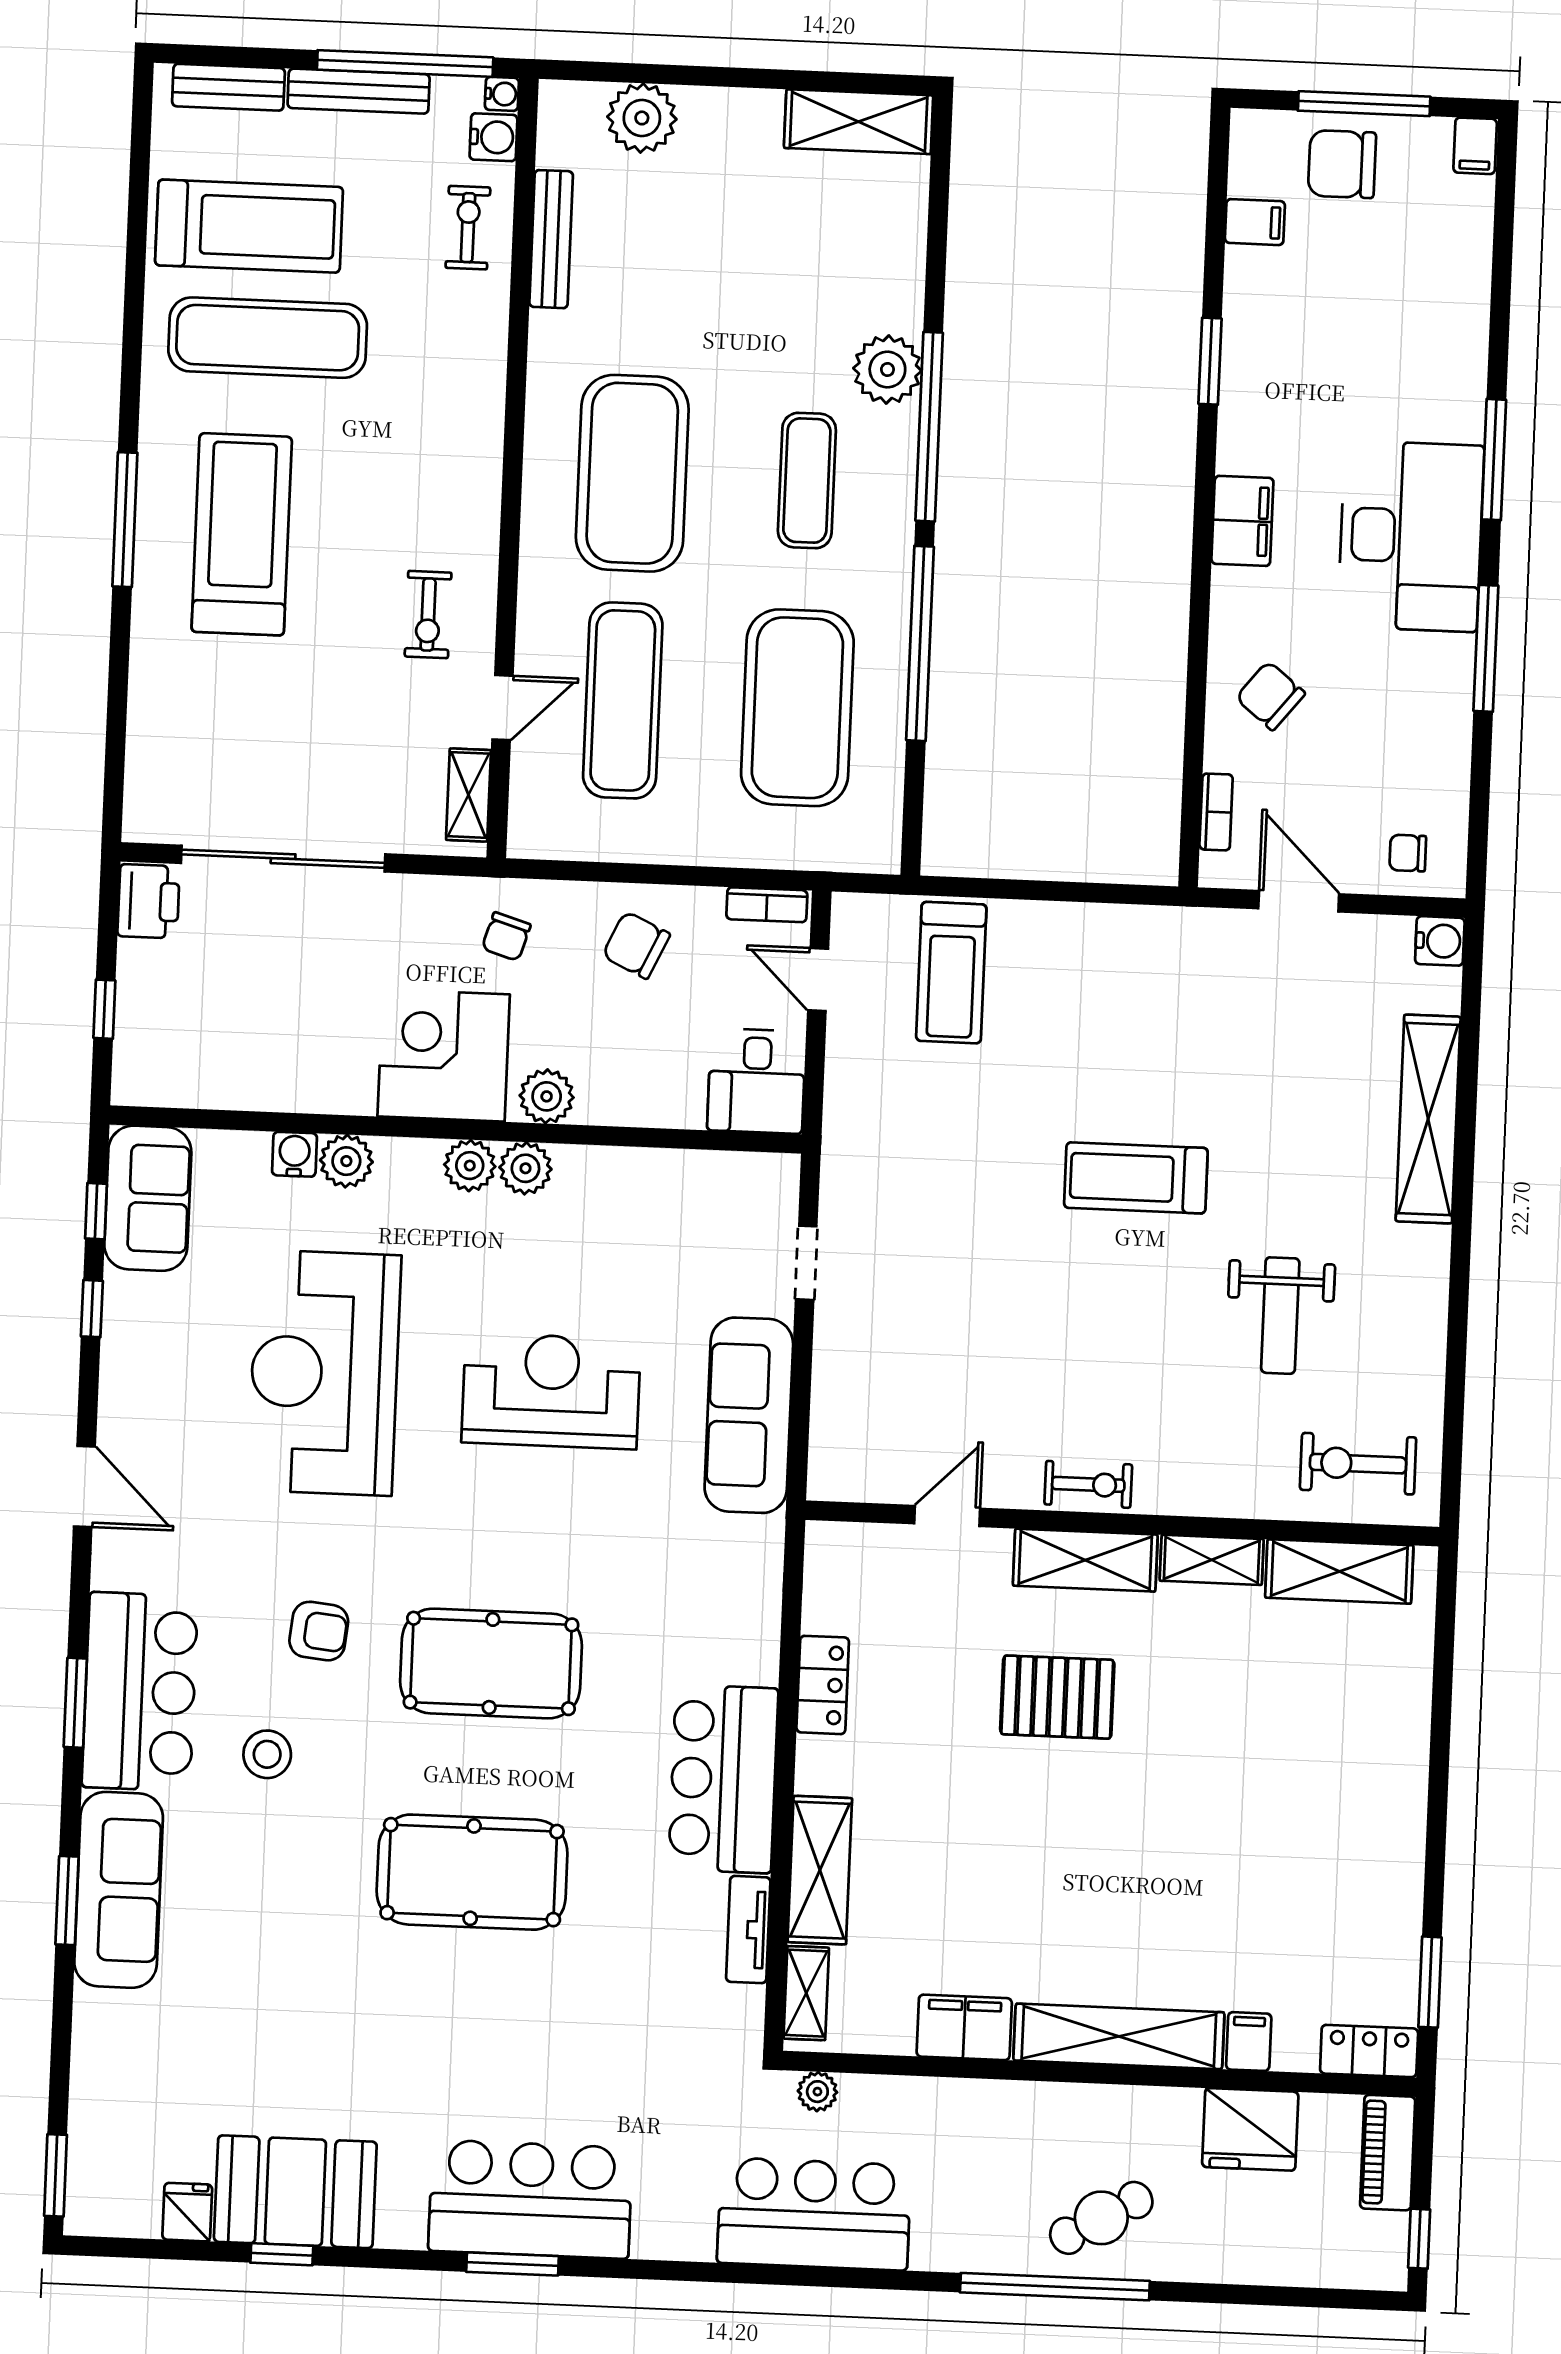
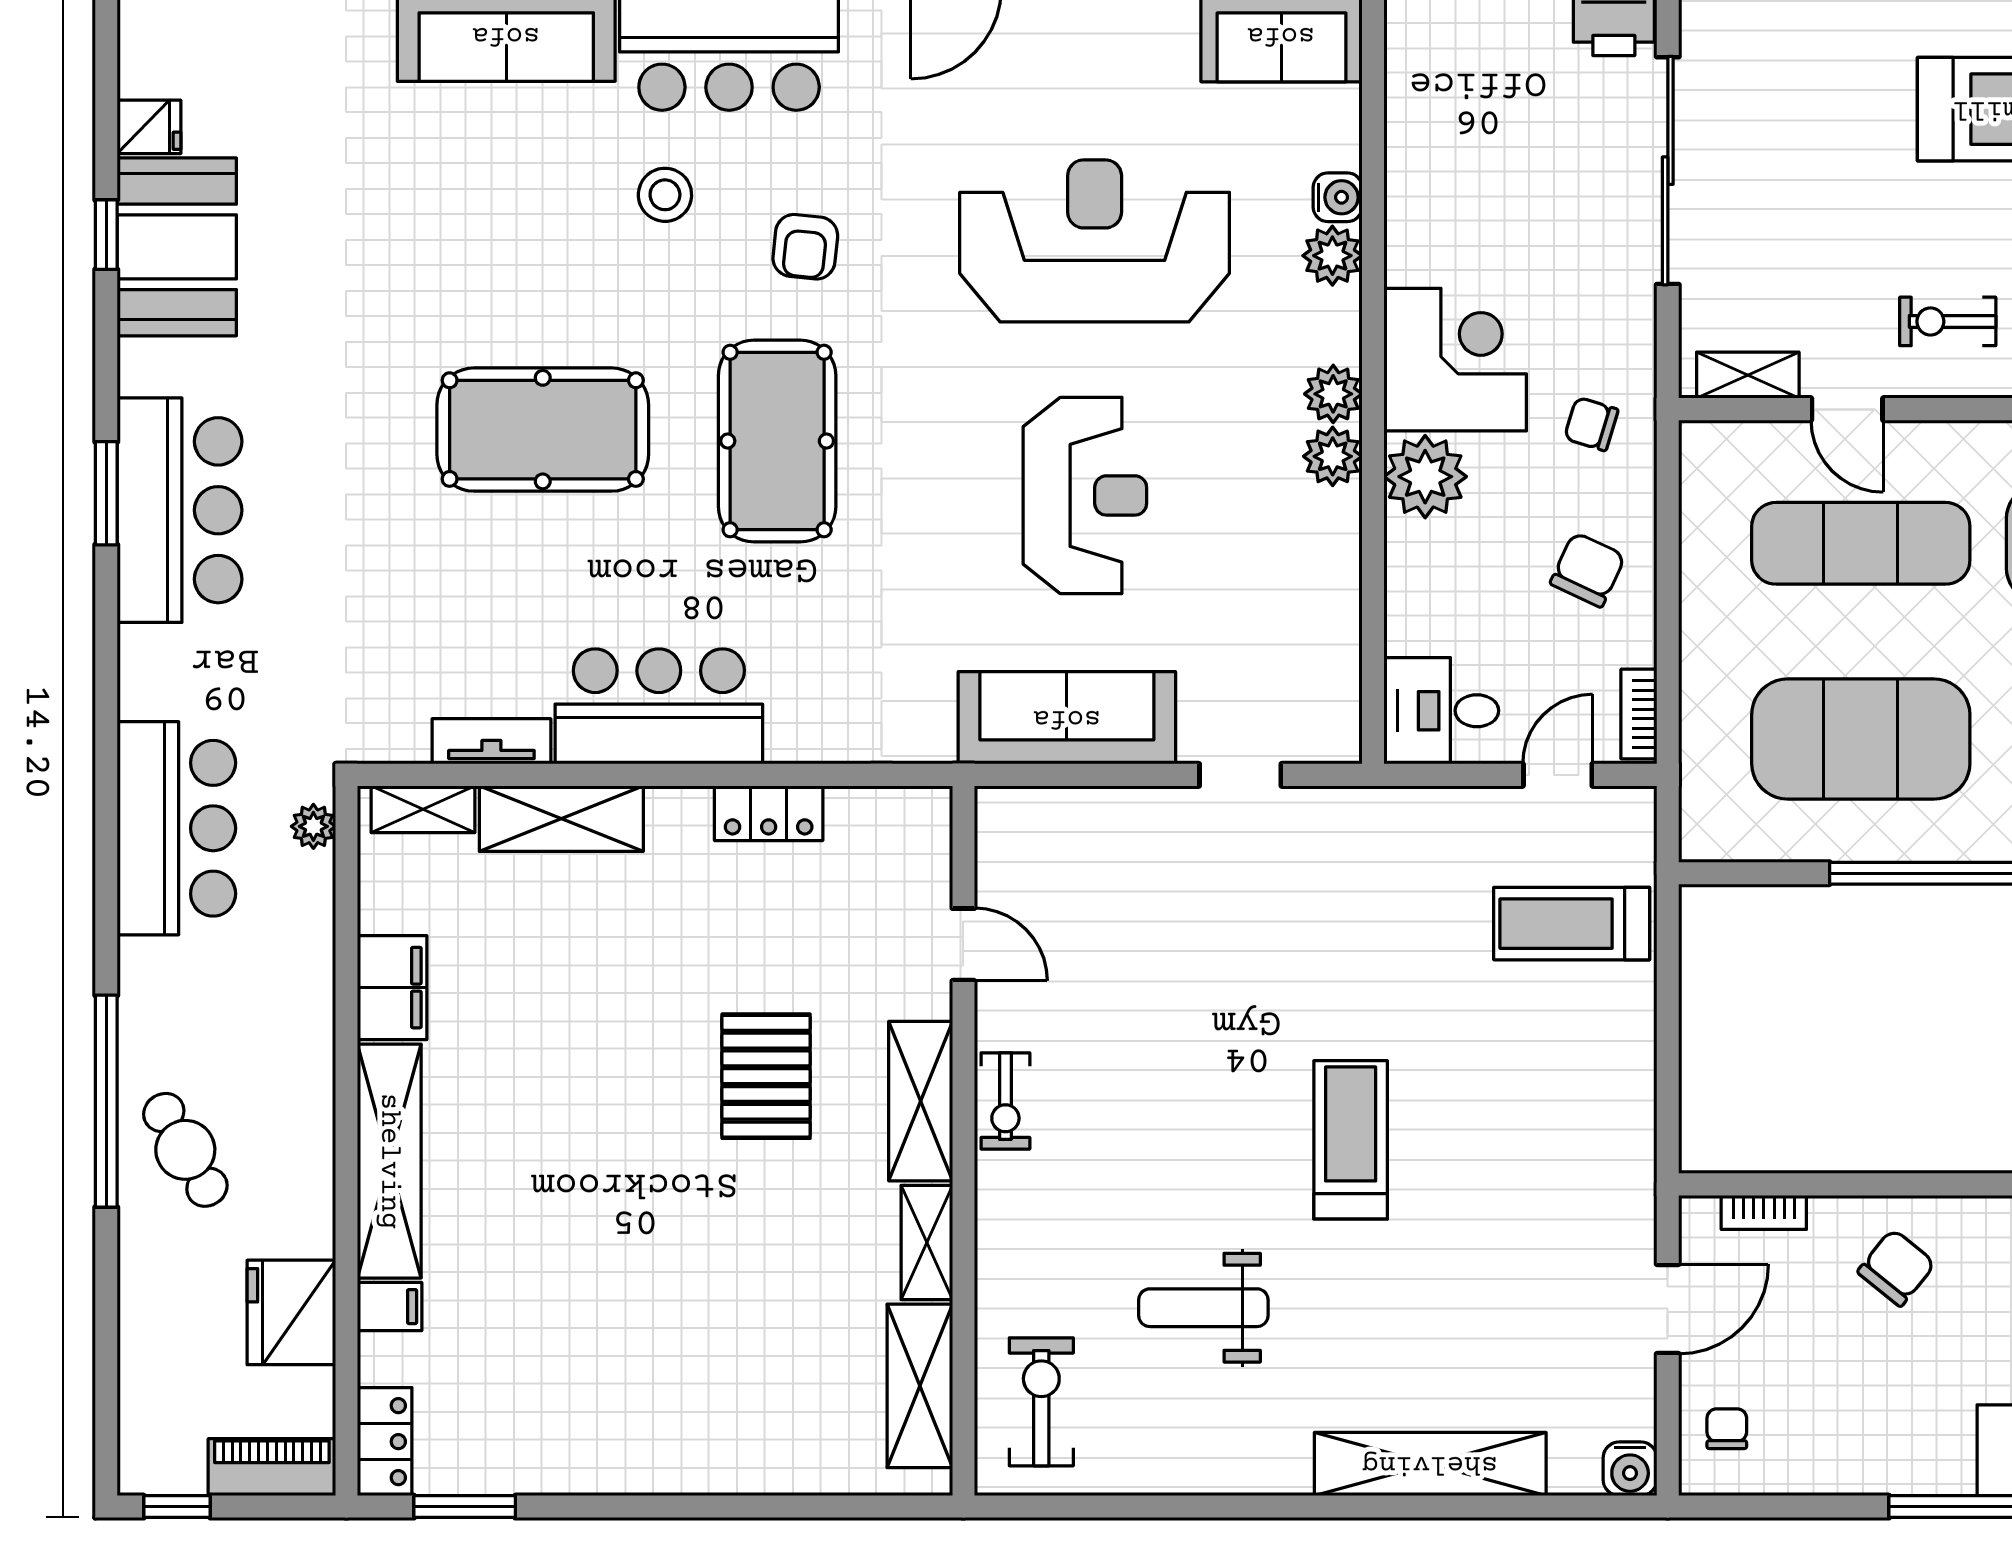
plant: (547, 1096) -> (1425, 477), width x1.36, depth x1.36
pool table: (472, 1872) -> (543, 430), turned 90

